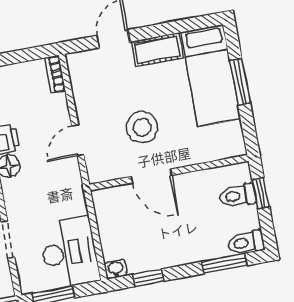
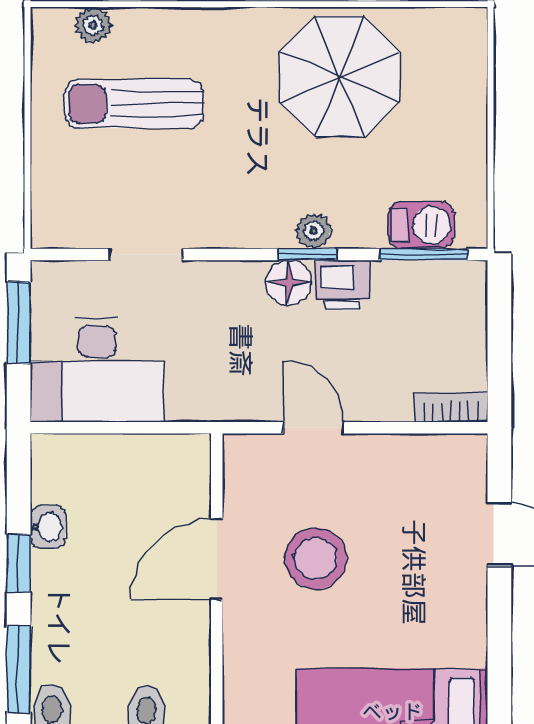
cot: (158, 50) -> (462, 617), removed
washbasin: (116, 269) -> (48, 527), moved
window: (149, 278) -> (19, 563), moved

